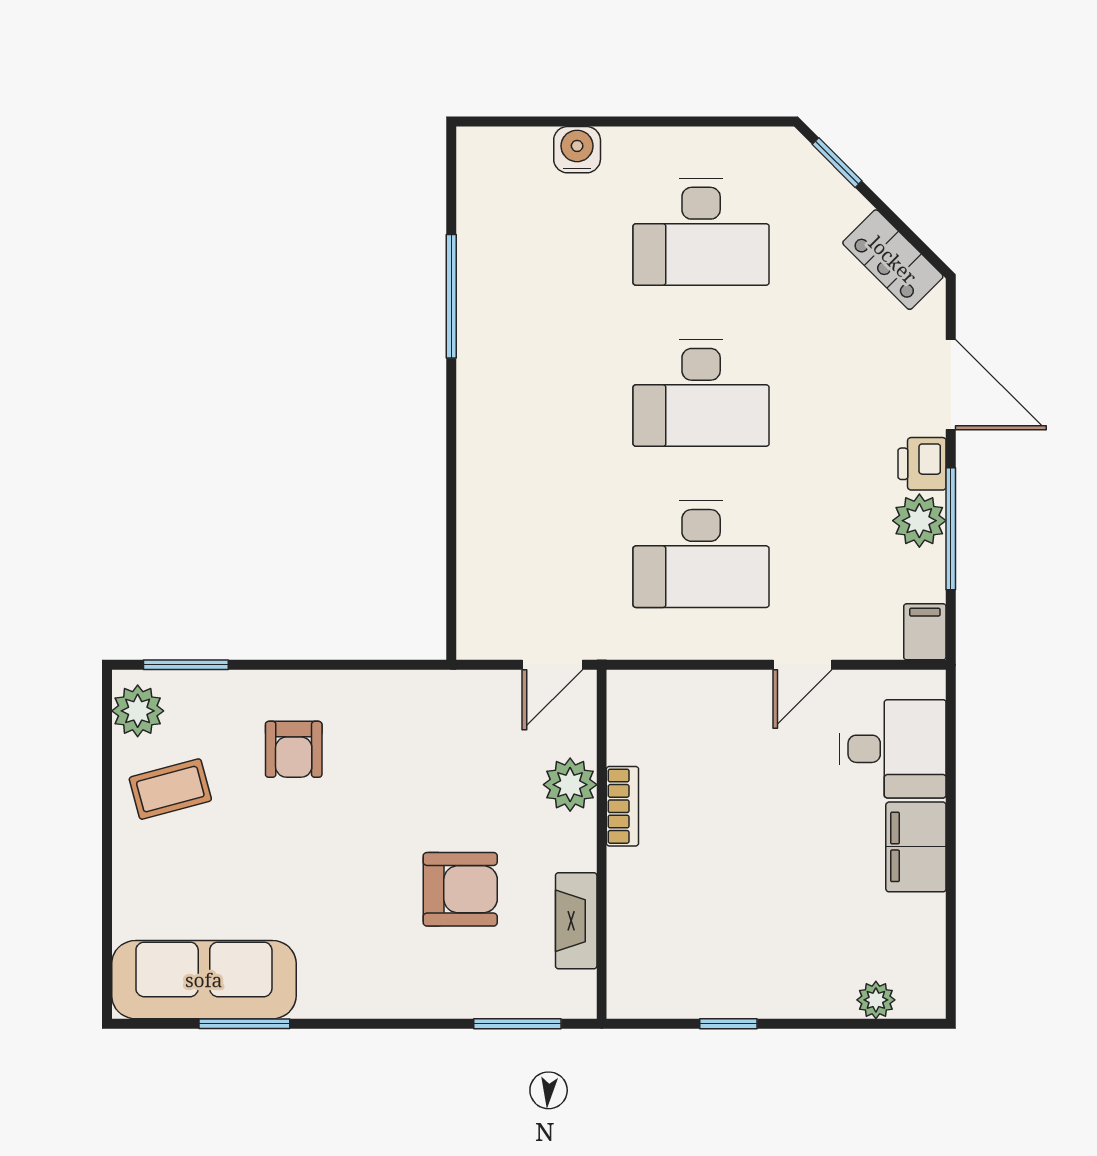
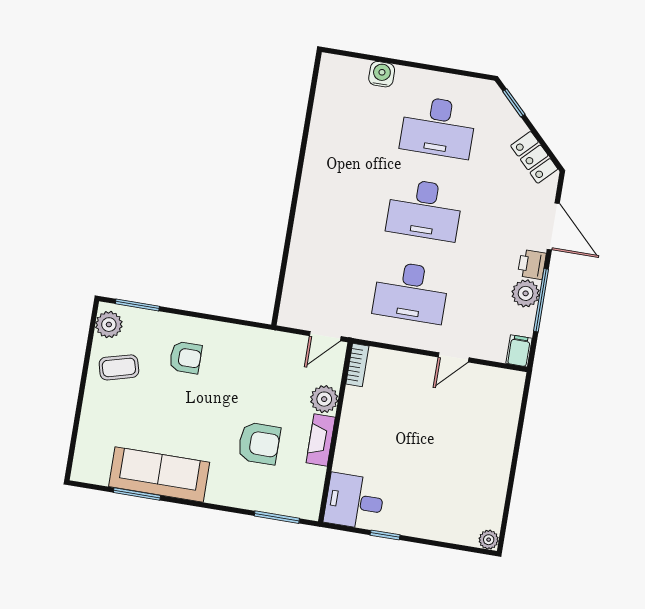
window: (451, 296) -> (305, 139), removed
armchair: (294, 749) -> (186, 358), turned -90
desk: (893, 749) -> (354, 501), moved, turned 180
bookcase: (622, 806) -> (357, 365), moved
filing cabinet: (916, 847) -> (496, 460), removed
fireplace: (576, 921) -> (321, 440), moved
sofa: (204, 980) -> (159, 474), moved
plant: (876, 1000) -> (489, 540), moved

